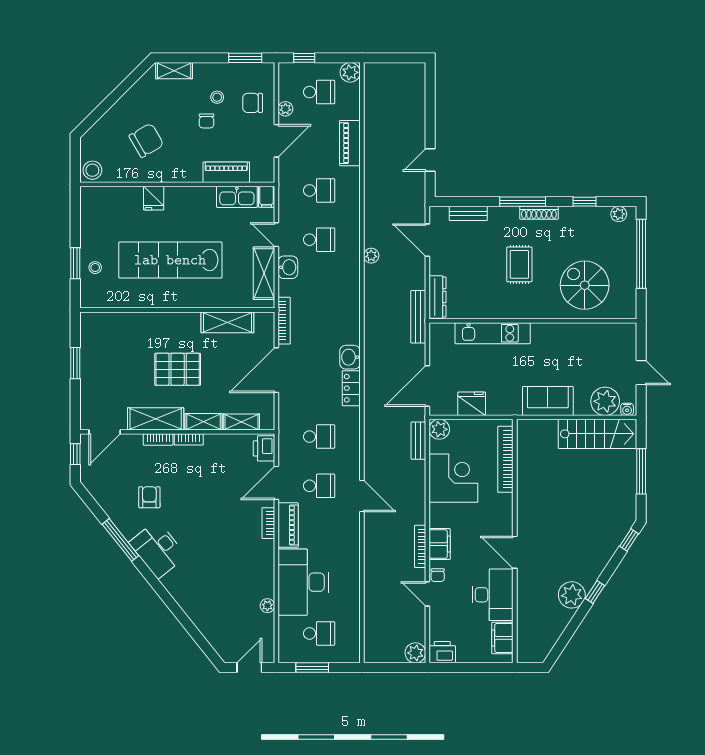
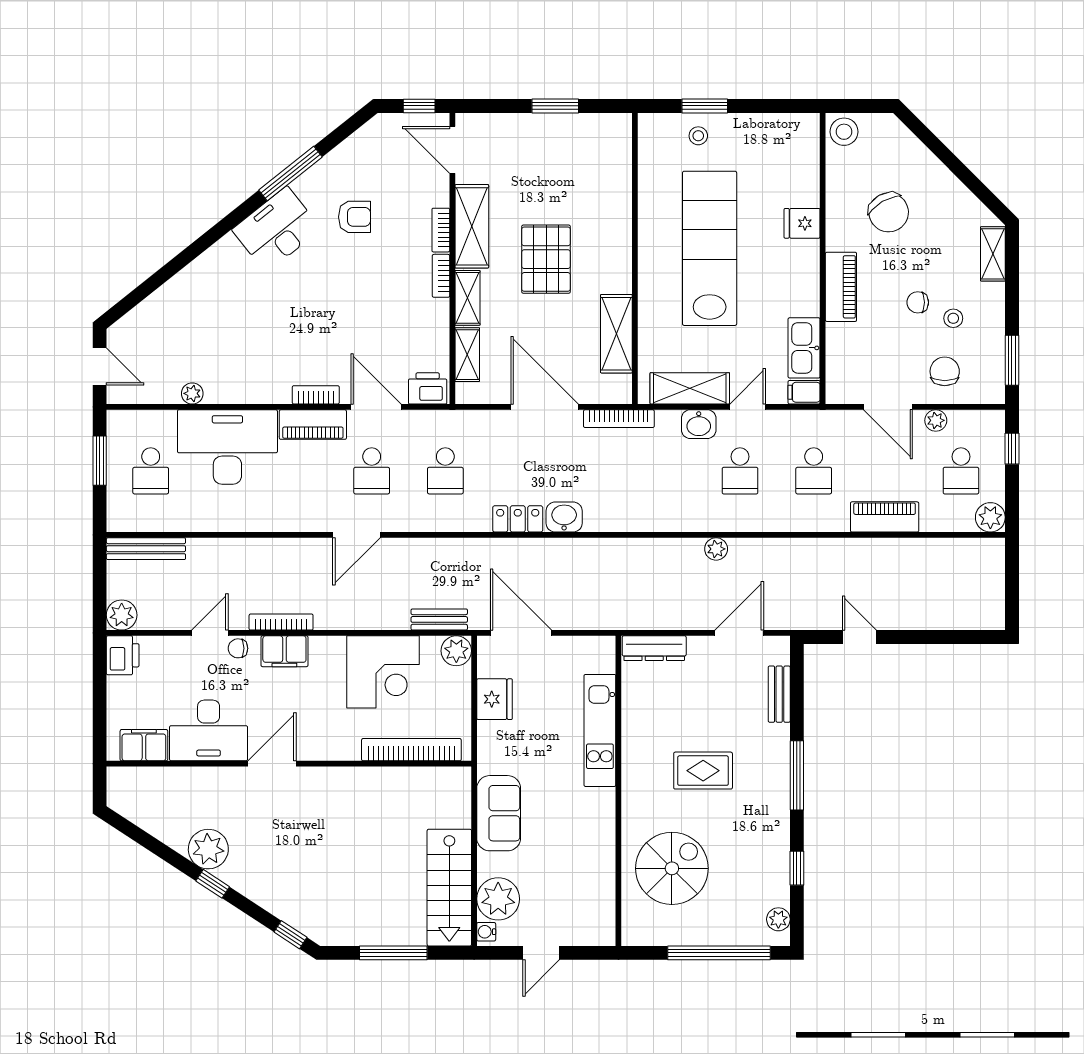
piano: (226, 172) -> (841, 287), moved
shoe rack: (539, 213) -> (780, 800), removed
bench: (418, 317) -> (146, 549), moved

